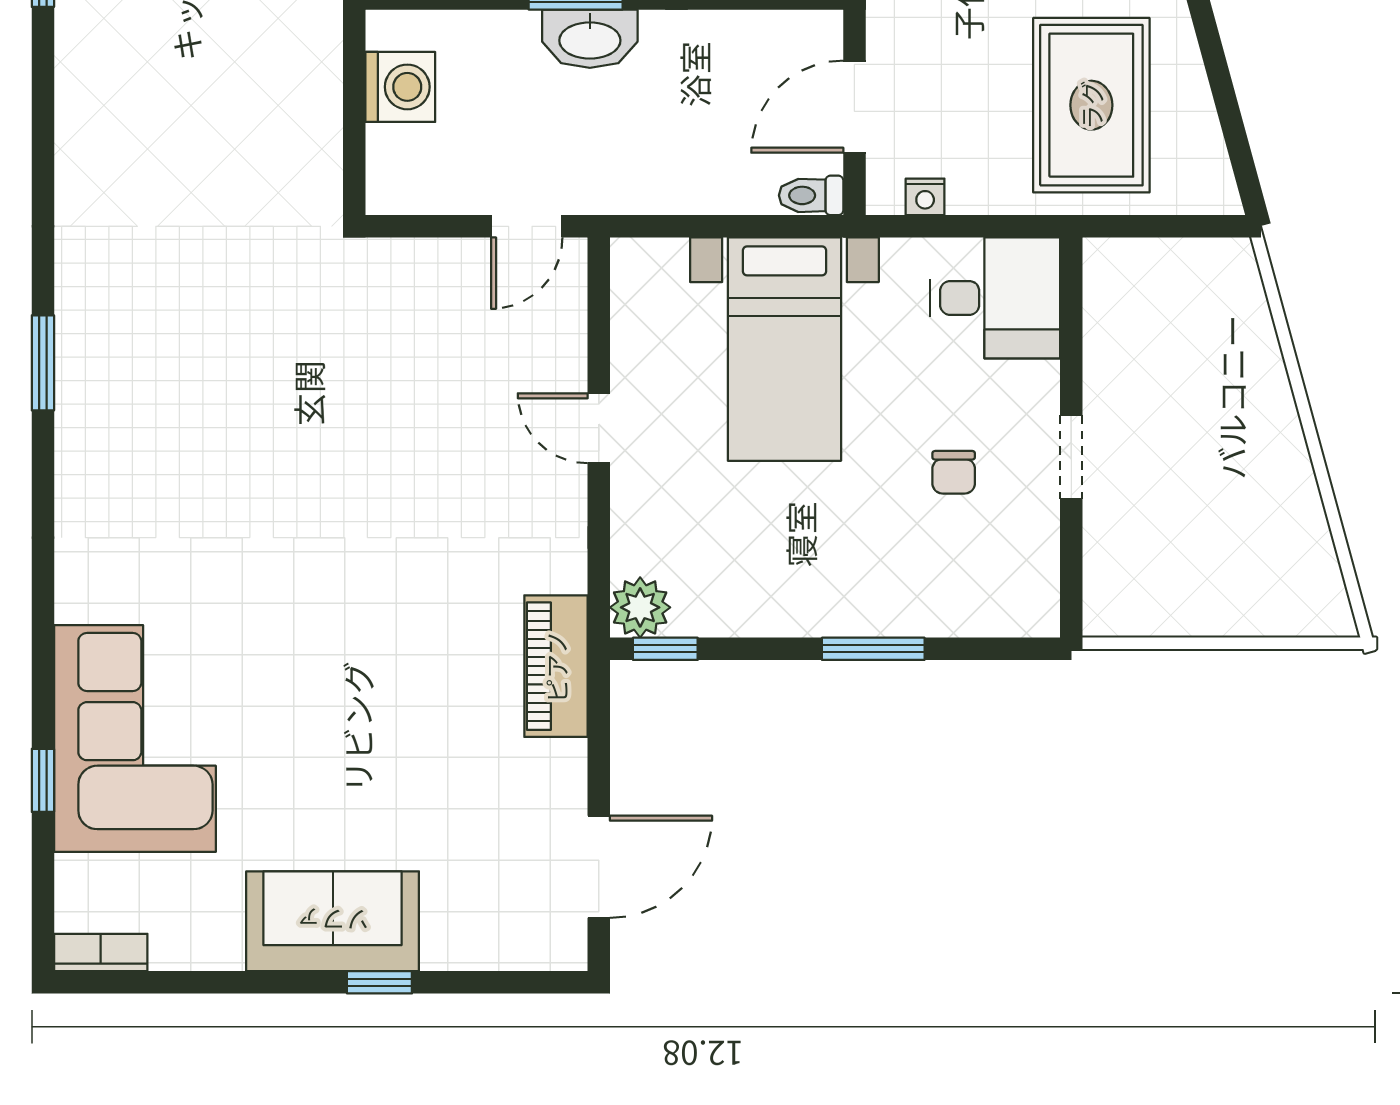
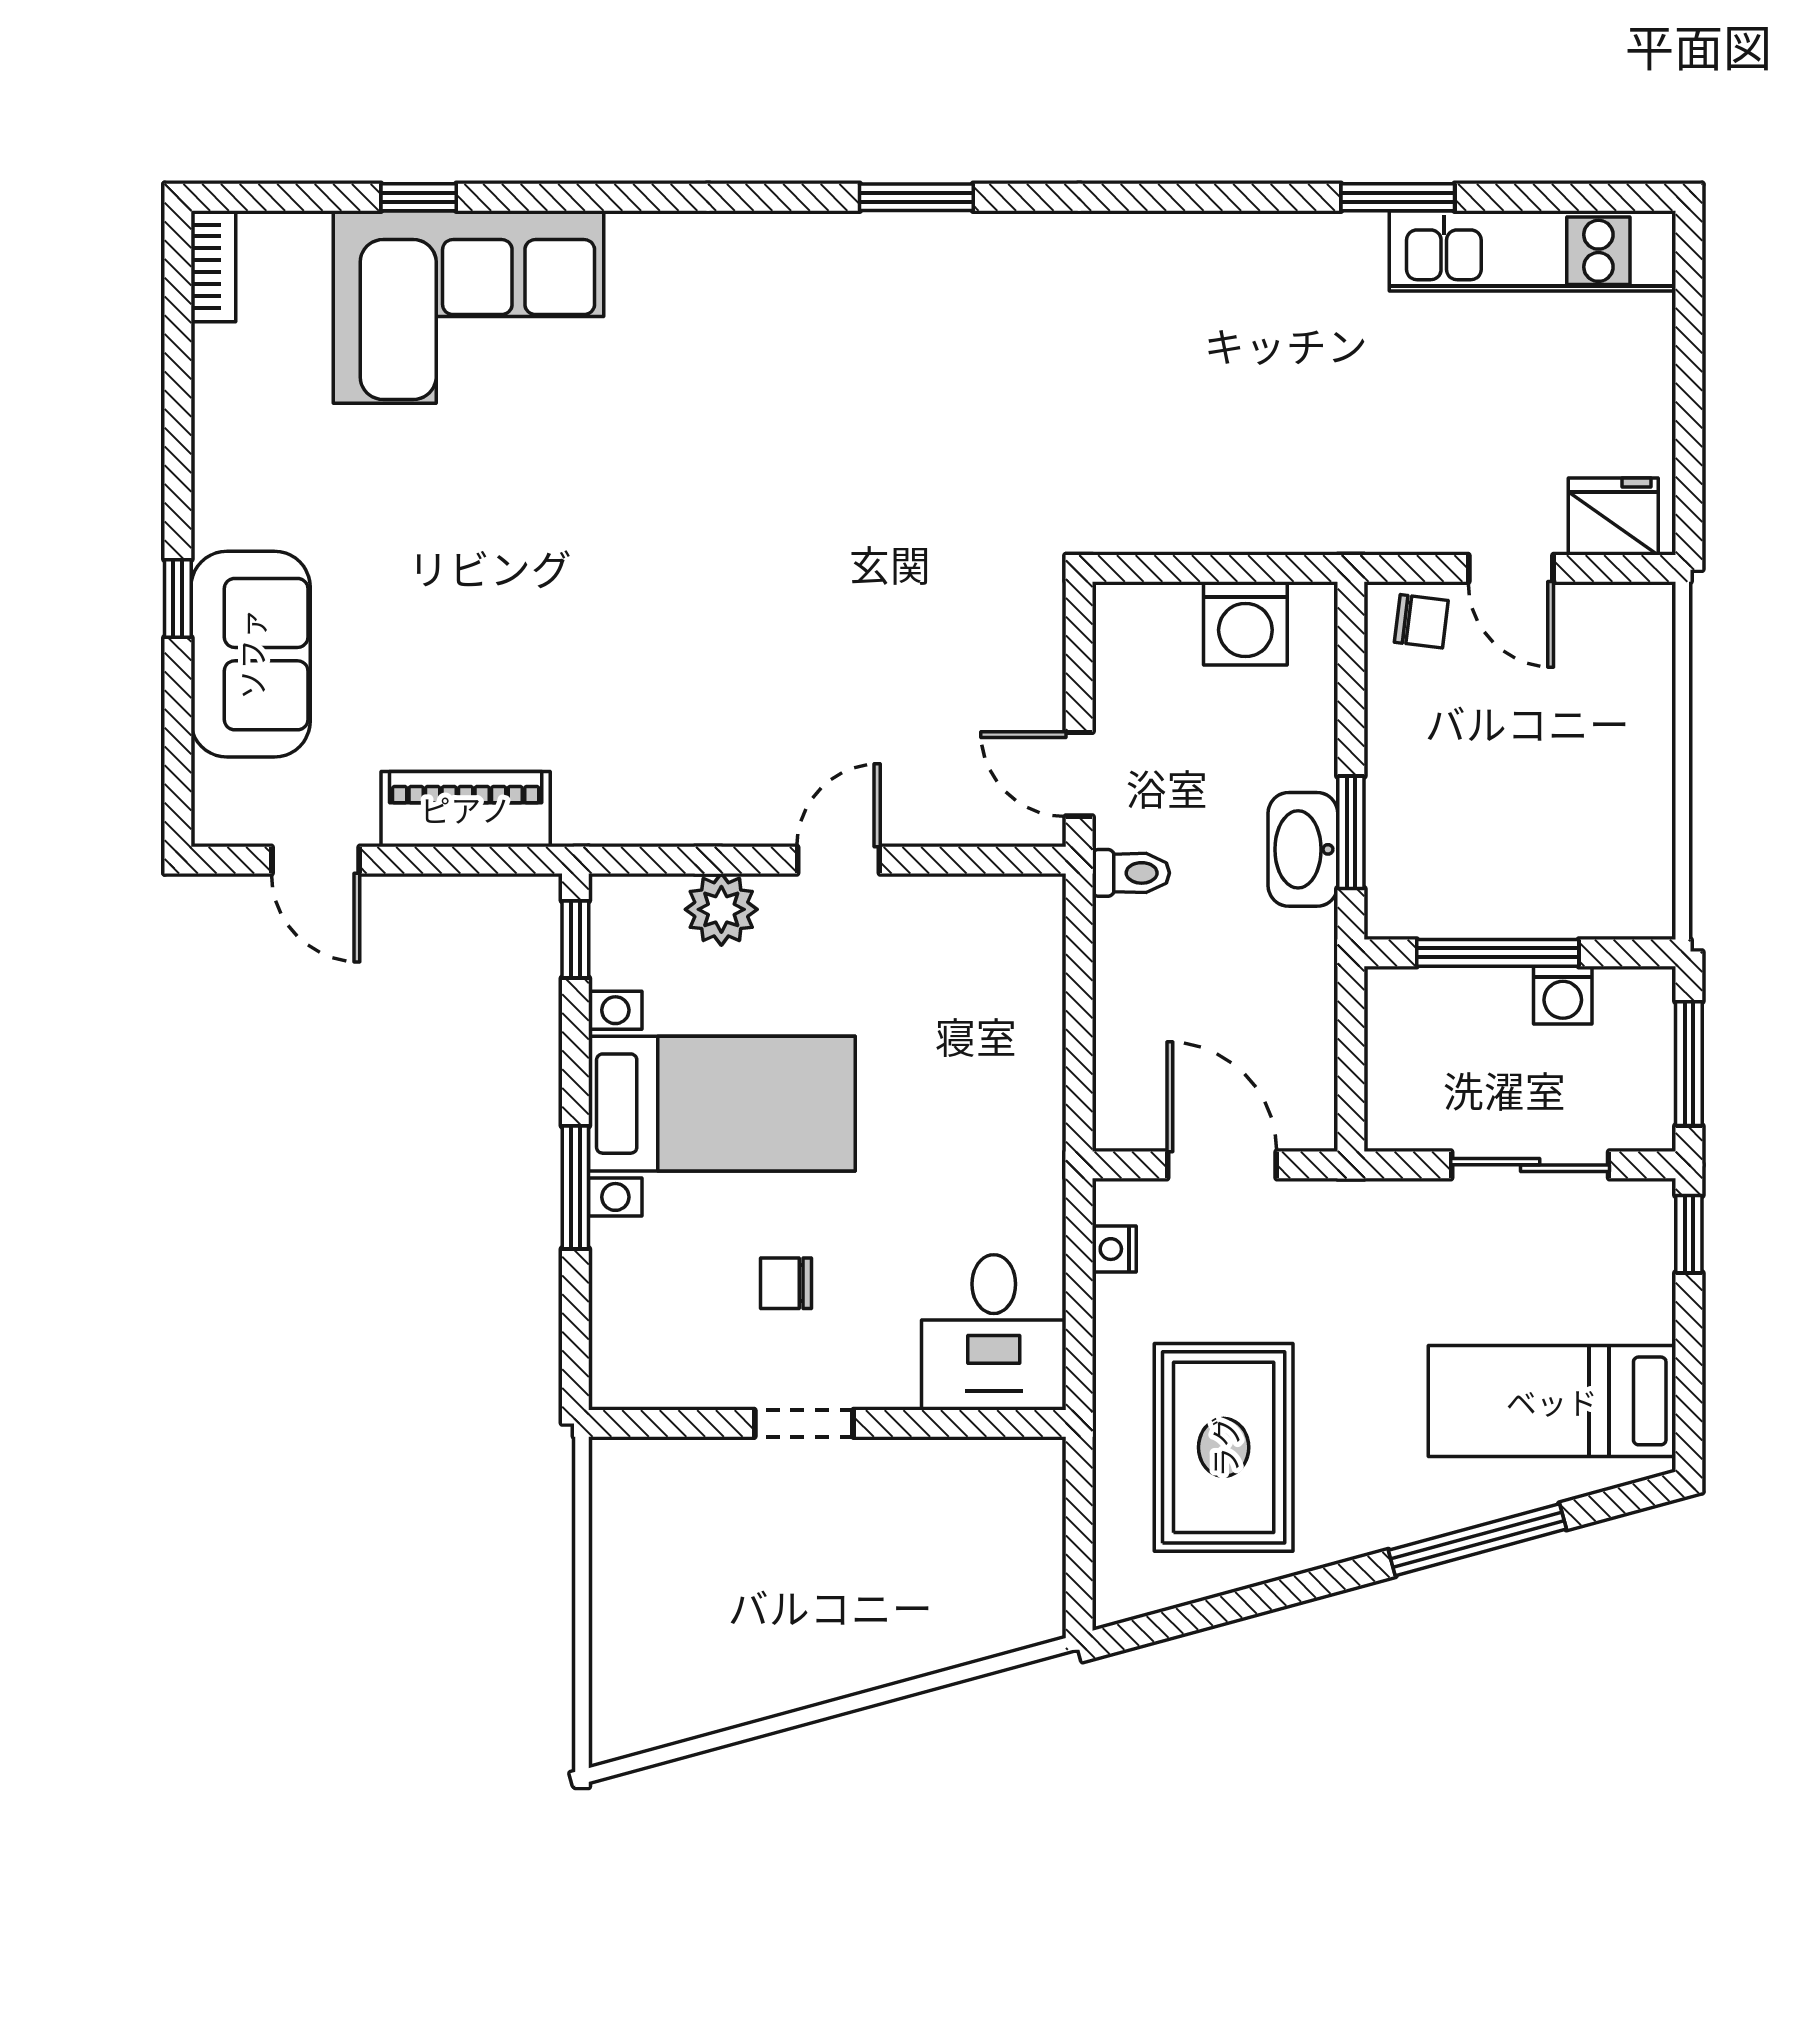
rug: (1091, 105) -> (1224, 1447), turned 90
toilet: (811, 195) -> (1131, 873), moved, turned 90
bed with nightstands: (784, 349) -> (722, 1104), moved, turned 180
plant: (640, 607) -> (721, 909), moved
piano: (556, 666) -> (466, 809), moved
door: (599, 867) -> (316, 860), width x0.73
sofa: (333, 921) -> (251, 654), moved

